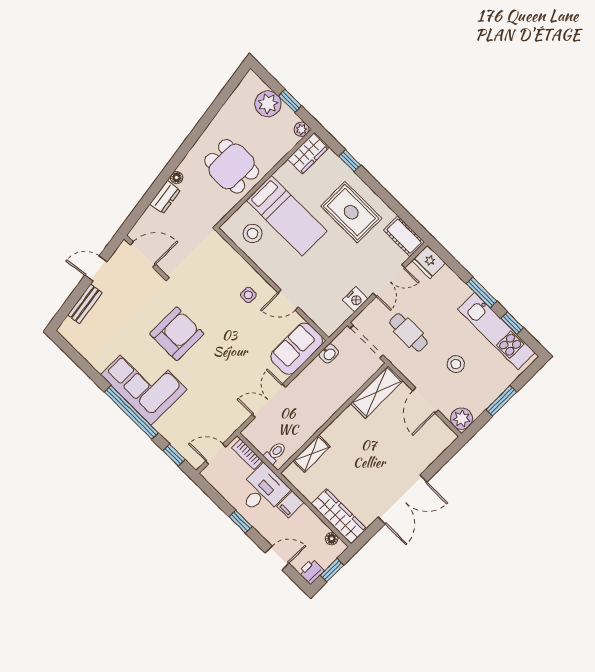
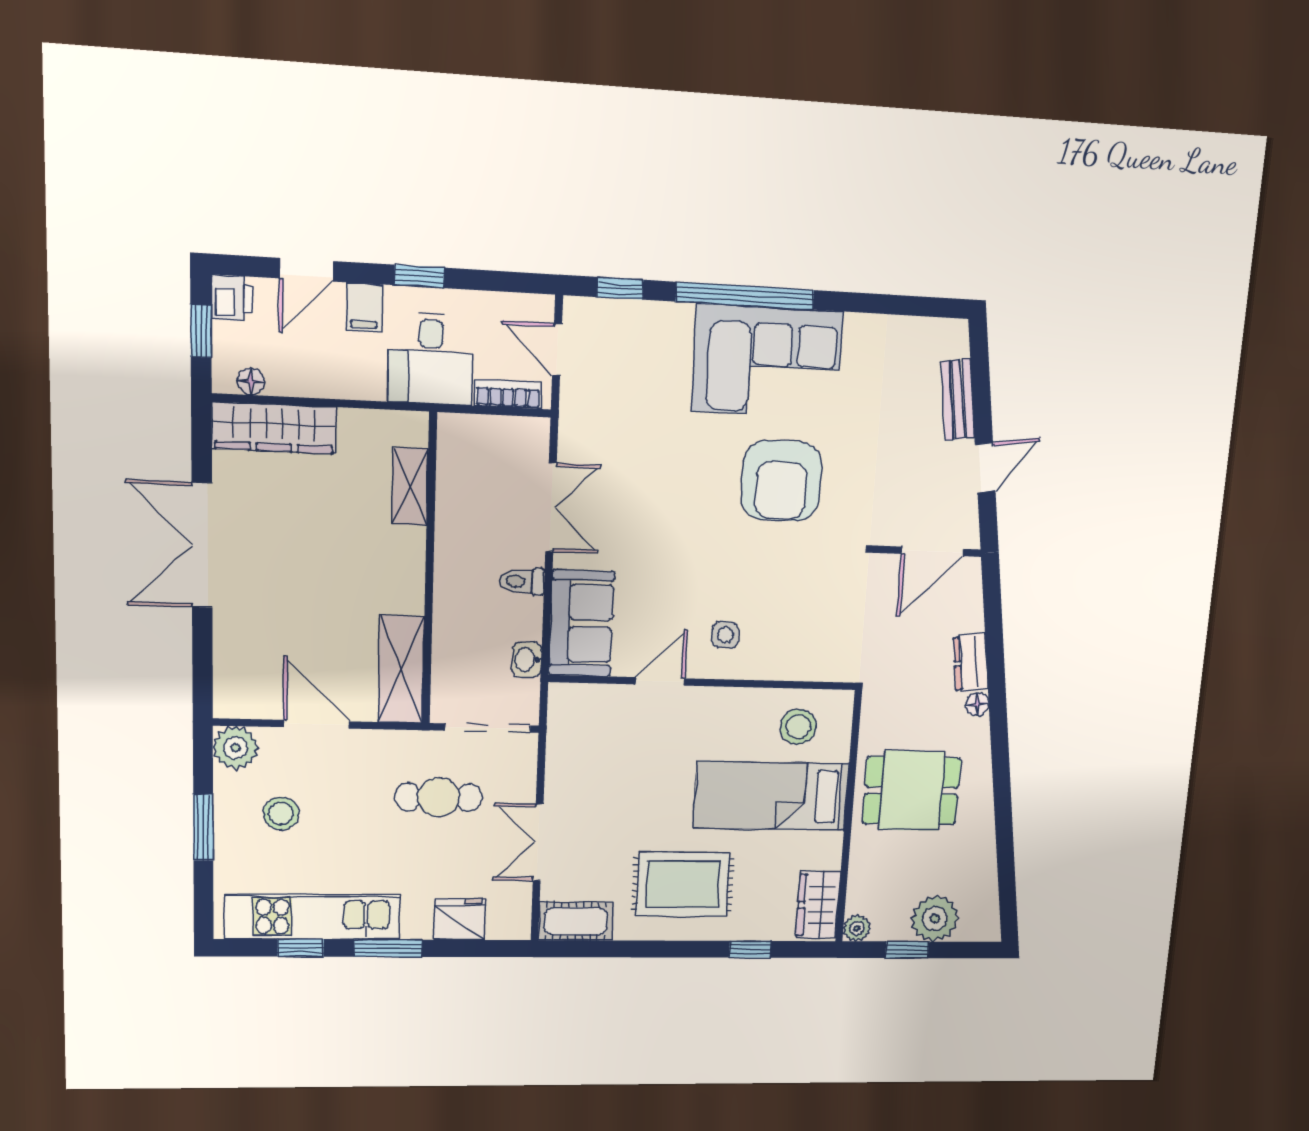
fridge: (429, 262) -> (460, 919), moved
nightstand: (355, 299) -> (562, 772), removed
stool: (456, 364) -> (281, 813), moved
toilet: (275, 453) -> (522, 581), moved, turned 90
door: (216, 454) -> (557, 350), swing flipped
filing cabinet: (291, 504) -> (364, 308), moved, turned 180

